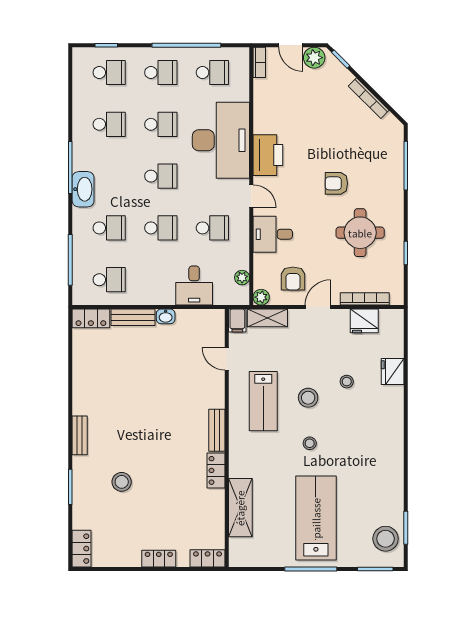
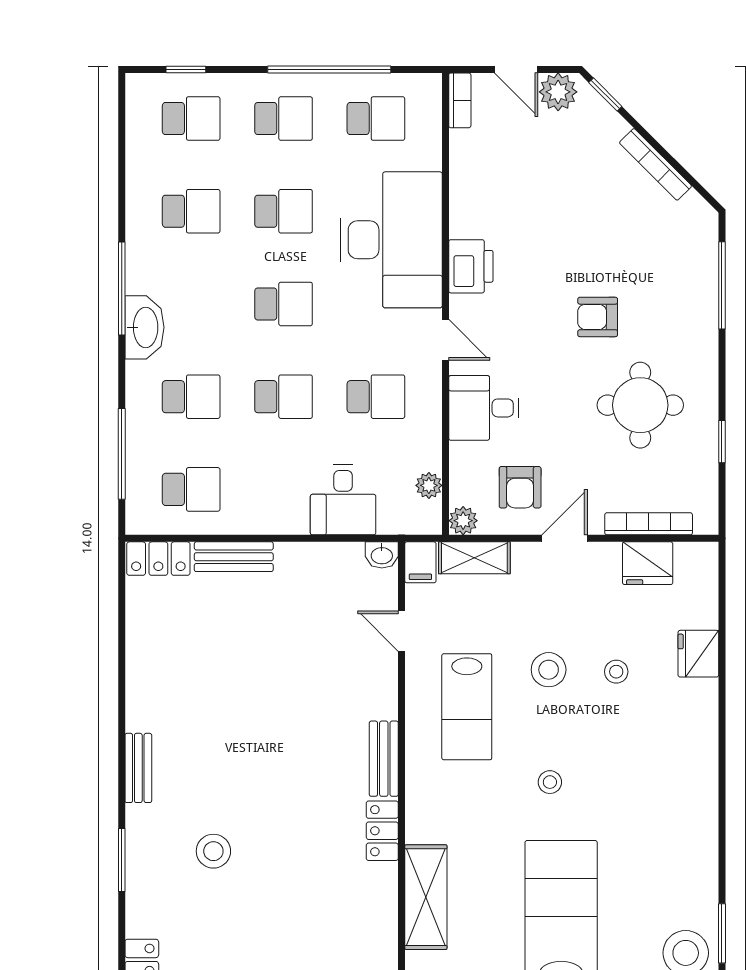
printer: (268, 155) -> (471, 266), width x0.73, depth x0.84
washbasin: (166, 316) -> (382, 555), moved
stool: (308, 398) -> (549, 670), moved

